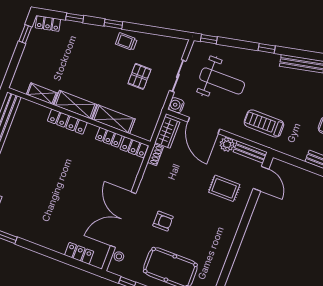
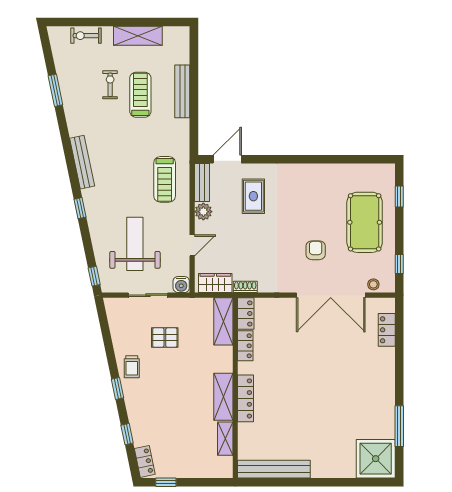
shelving: (114, 119) -> (223, 321), moved
door: (204, 125) -> (192, 245), width x0.53

